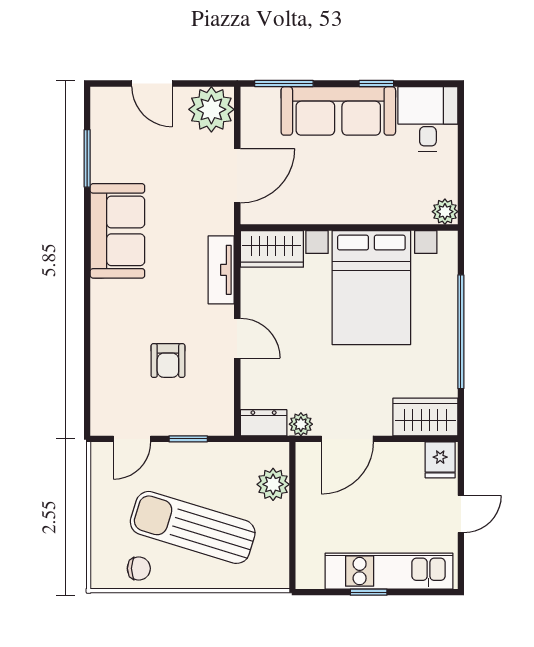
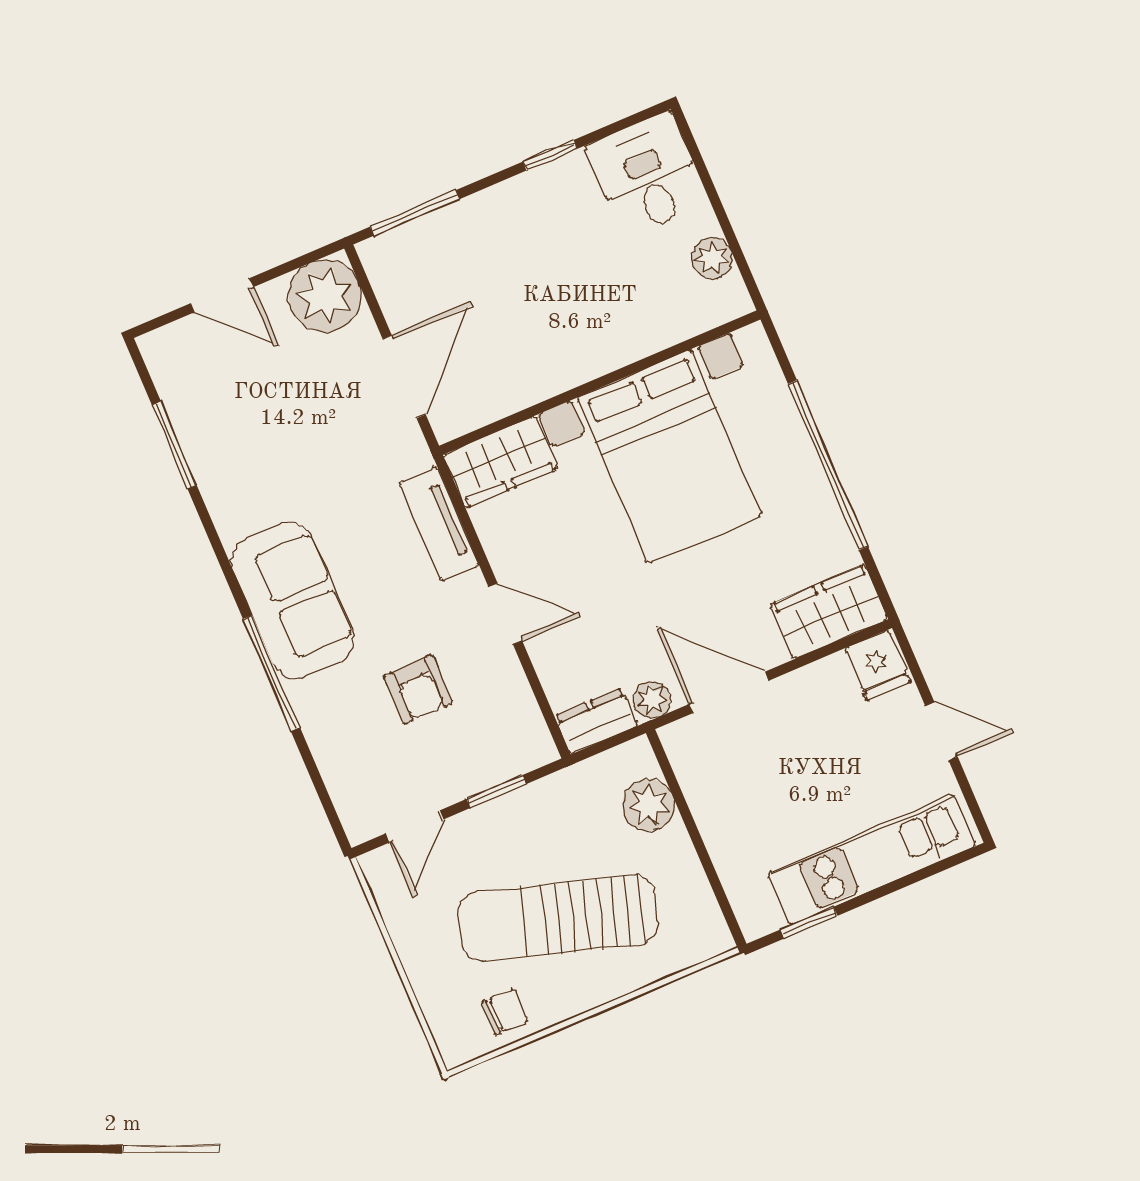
sofa: (338, 111) -> (511, 219), removed
plant: (445, 212) -> (712, 258), moved
sofa: (117, 231) -> (293, 600), moved
window: (87, 315) -> (272, 673), added
door: (347, 439) -> (729, 692), swing flipped
door: (461, 514) -> (941, 731), hinge flipped
window: (369, 592) -> (809, 923), moved

